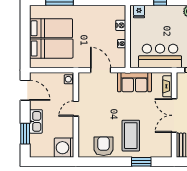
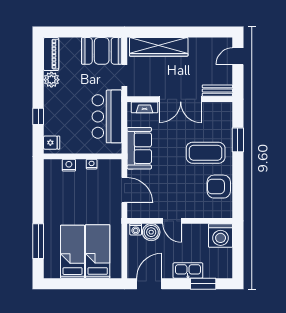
door: (101, 70) -> (124, 190), swing flipped
boiler: (67, 92) -> (151, 232), added

